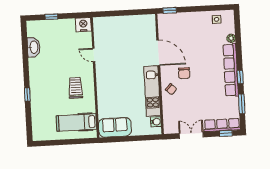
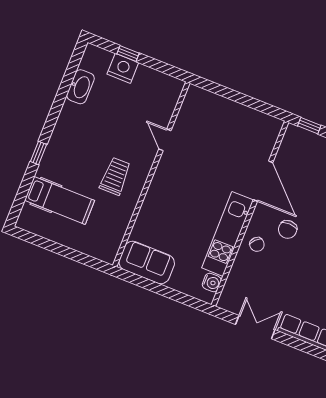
nightstand: (83, 25) -> (123, 68), moved
hospital bed: (76, 122) -> (60, 200), moved, turned 180
window: (226, 133) -> (308, 348), removed

